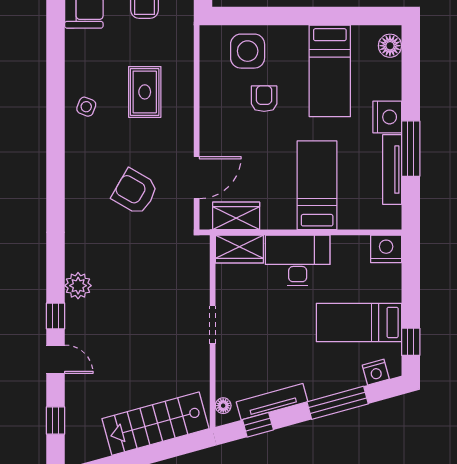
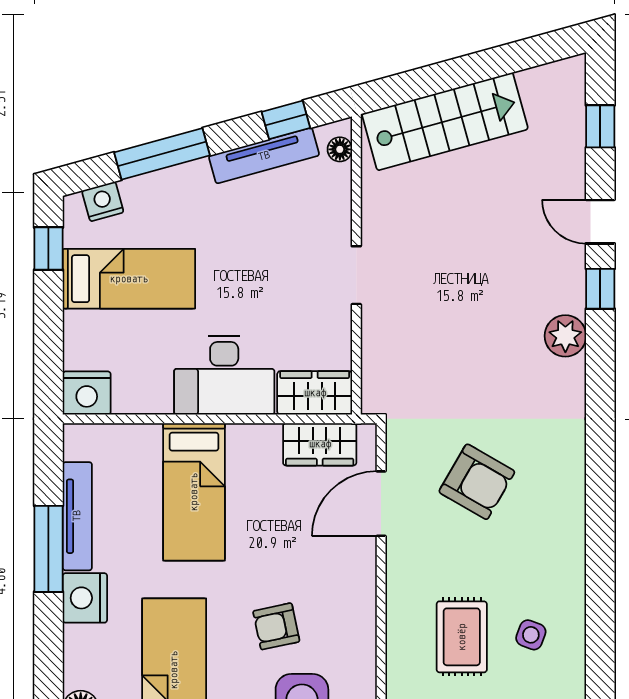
armchair: (264, 99) -> (276, 626), turned 78
side table: (86, 107) -> (531, 635), moved

